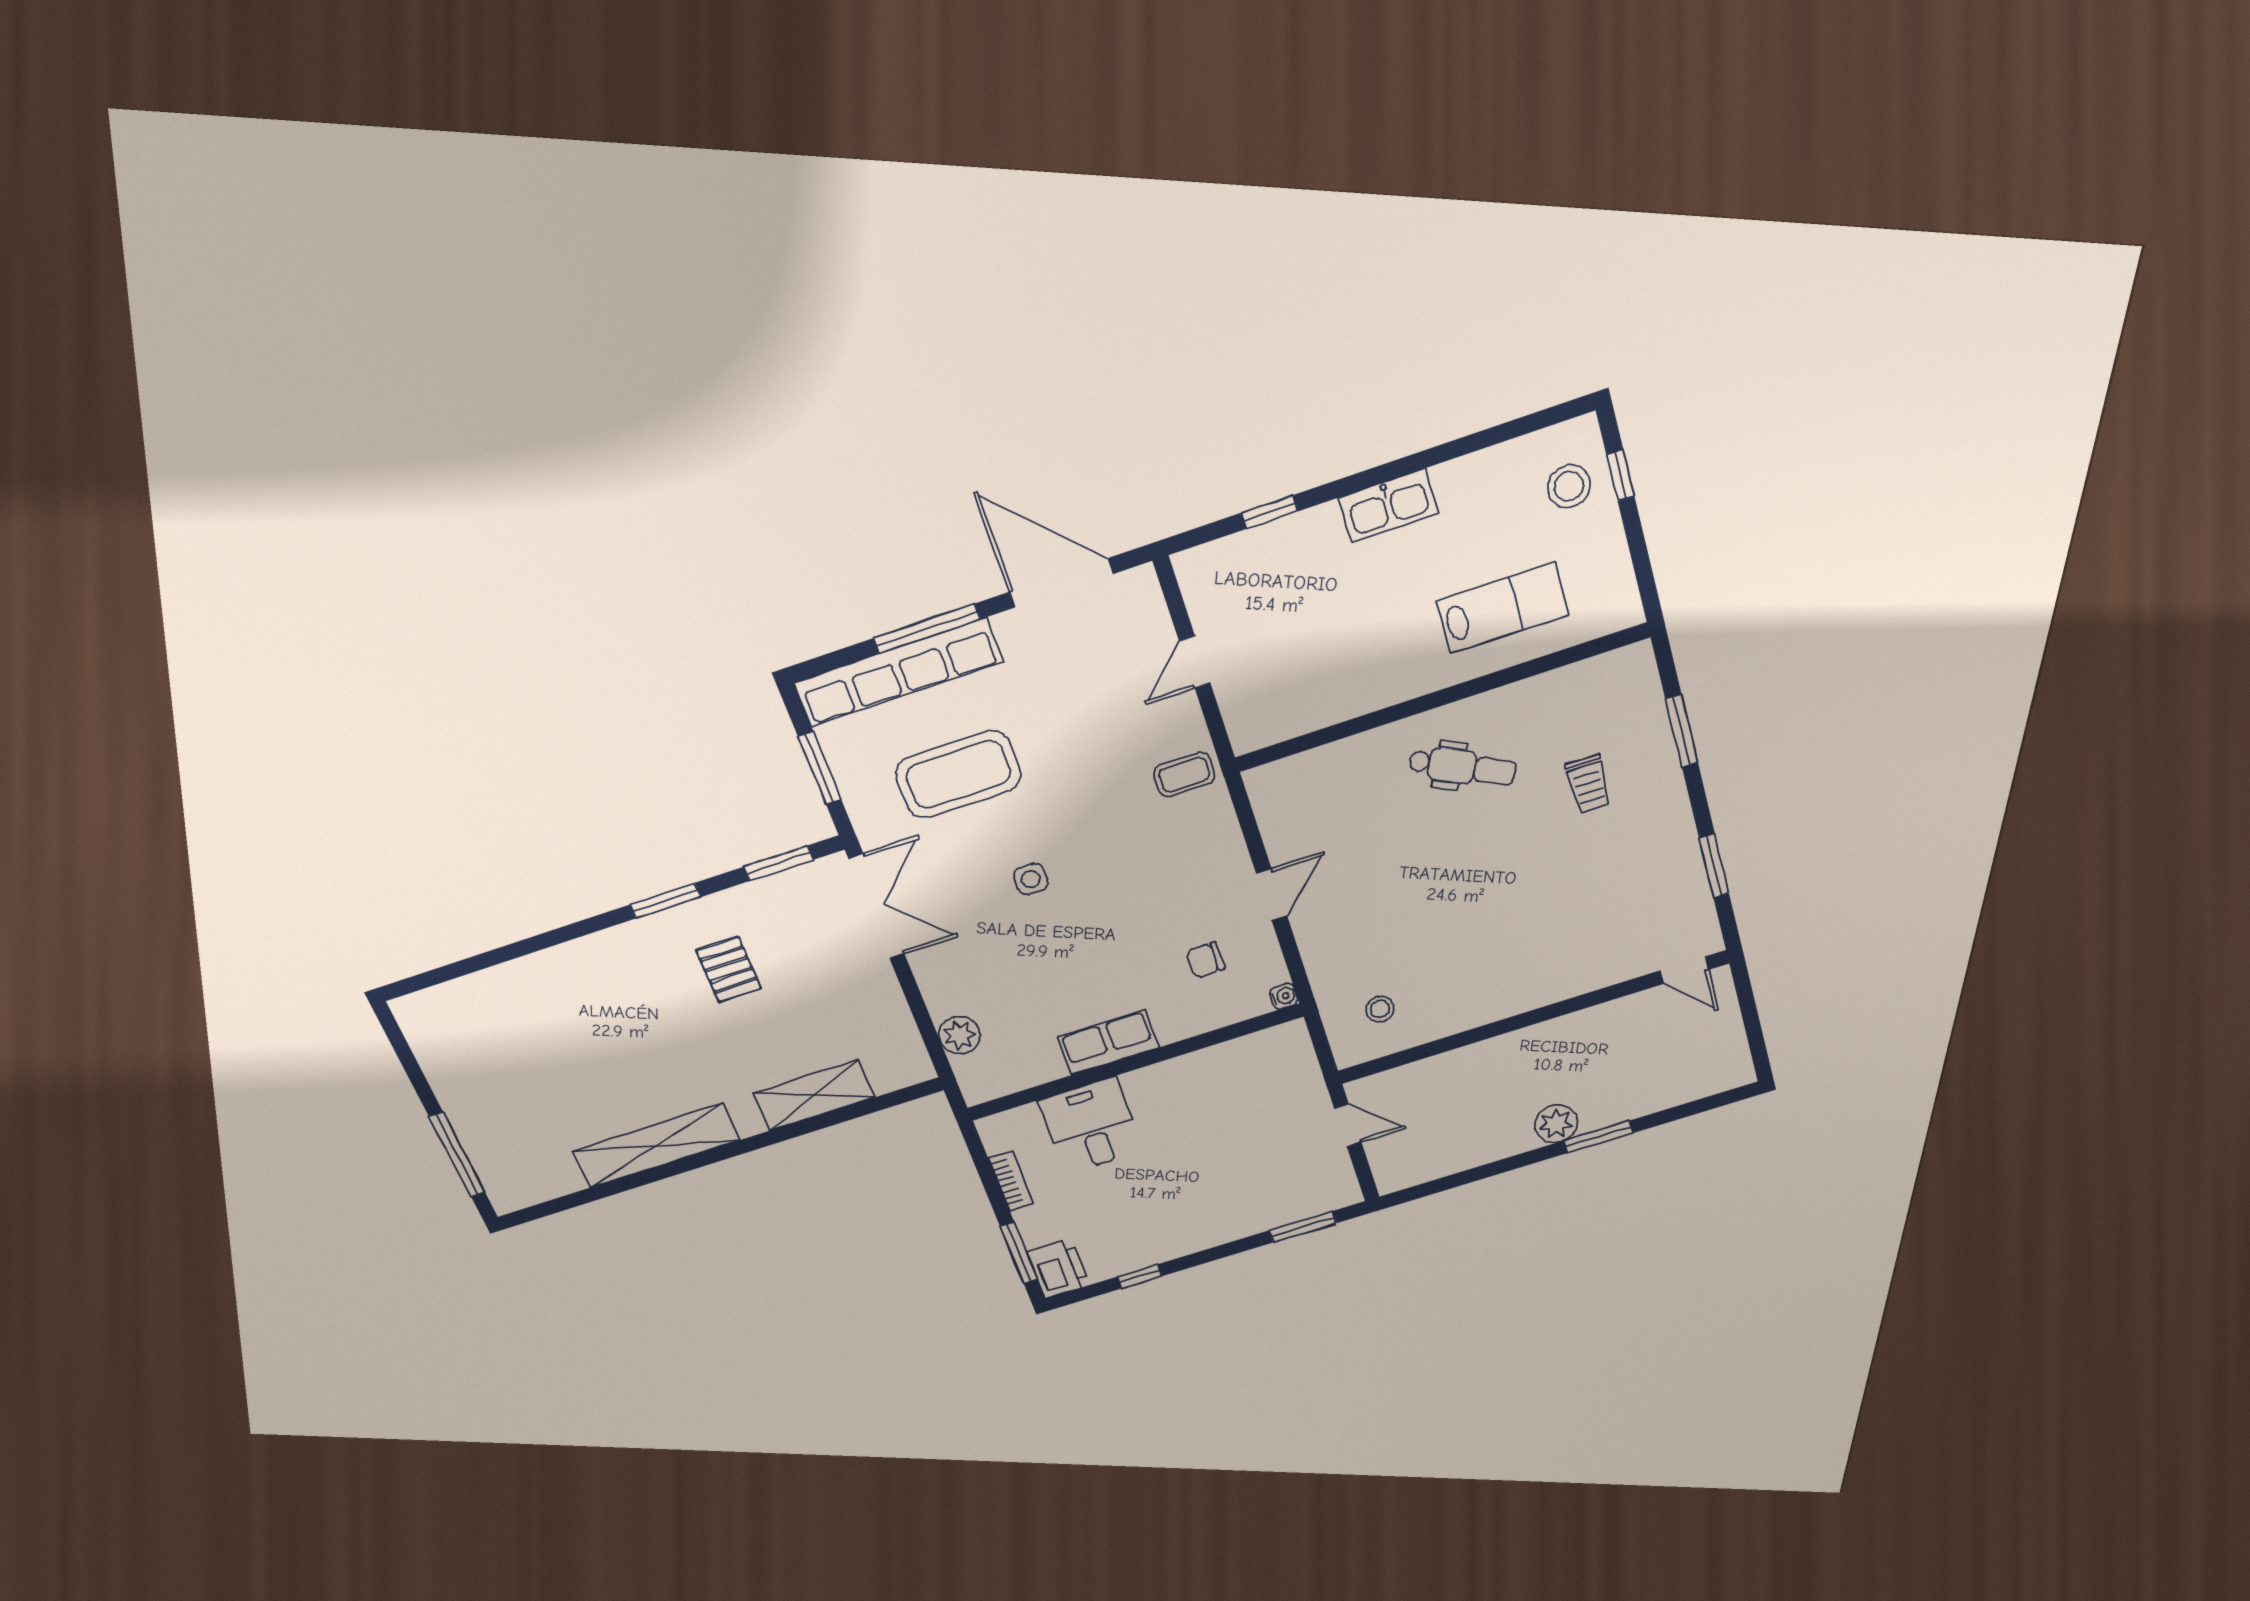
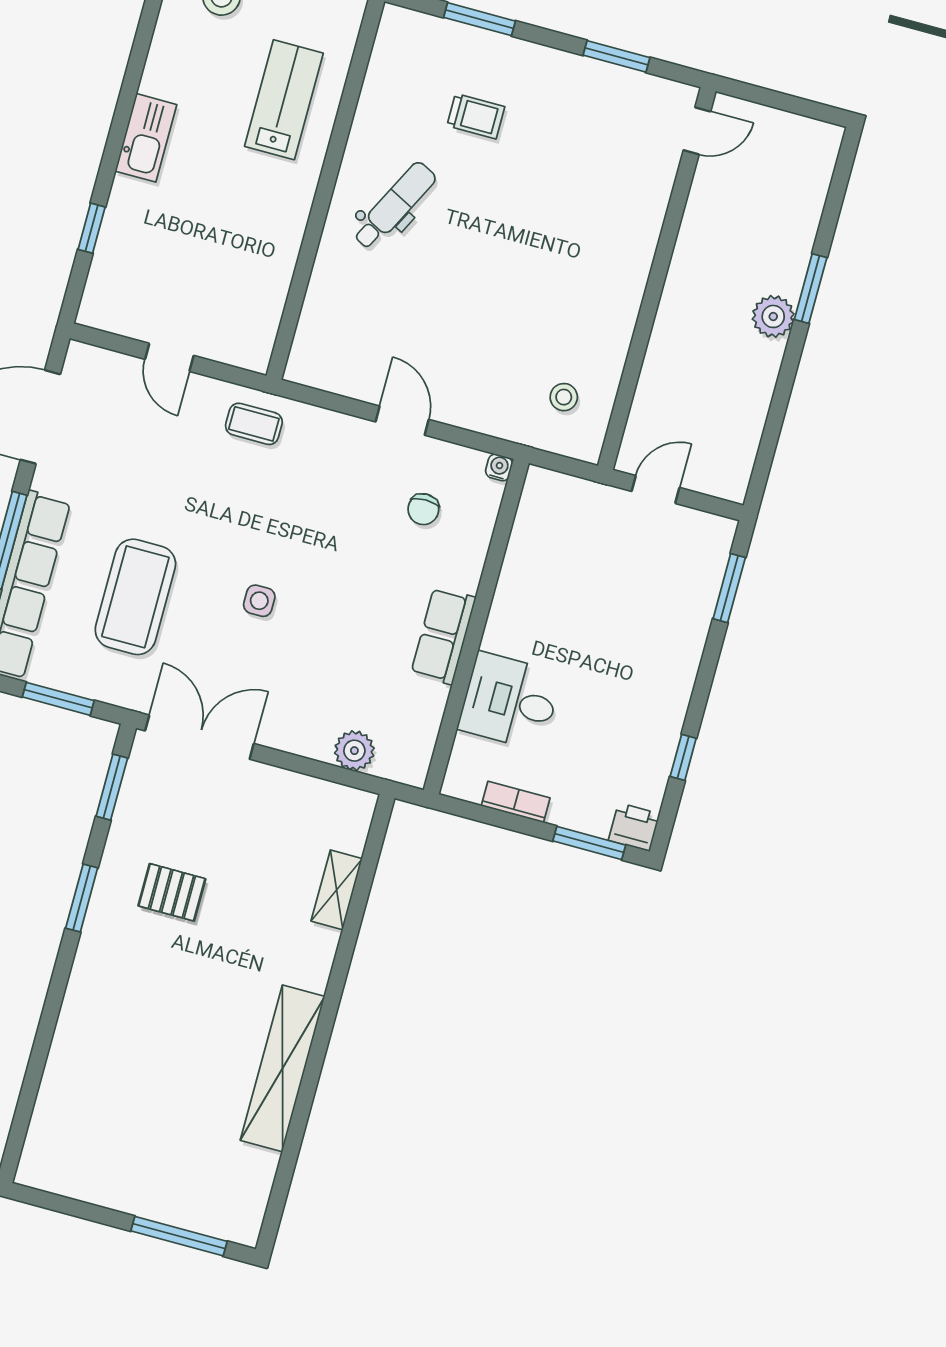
coffee table: (1184, 774) -> (254, 424), turned 90
shelving: (814, 1095) -> (337, 890), width x0.67, depth x0.75
printer: (1058, 1268) -> (634, 827), width x0.73, depth x0.81

